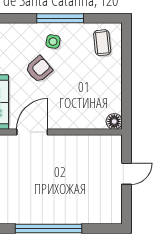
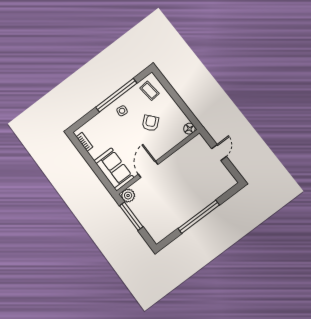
window: (60, 18) -> (116, 95), width x1.46
armchair: (39, 69) -> (150, 123), moved

